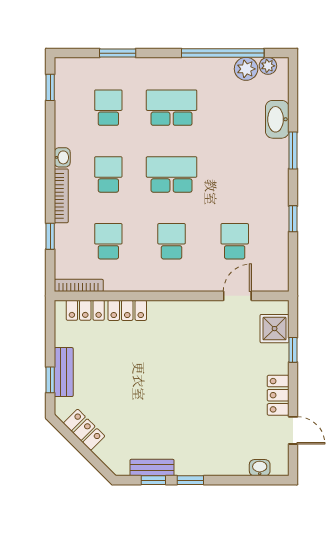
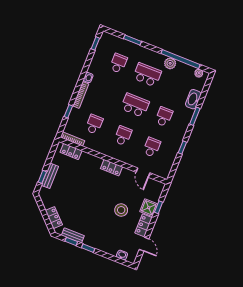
plant: (246, 69) -> (170, 63), moved
school desk: (108, 174) -> (164, 117), moved
door: (237, 296) -> (143, 173), swing flipped
locker: (127, 310) -> (111, 168), moved
shower: (275, 329) -> (149, 208), moved
stool: (224, 383) -> (121, 210), added
locker: (84, 430) -> (54, 218), moved

